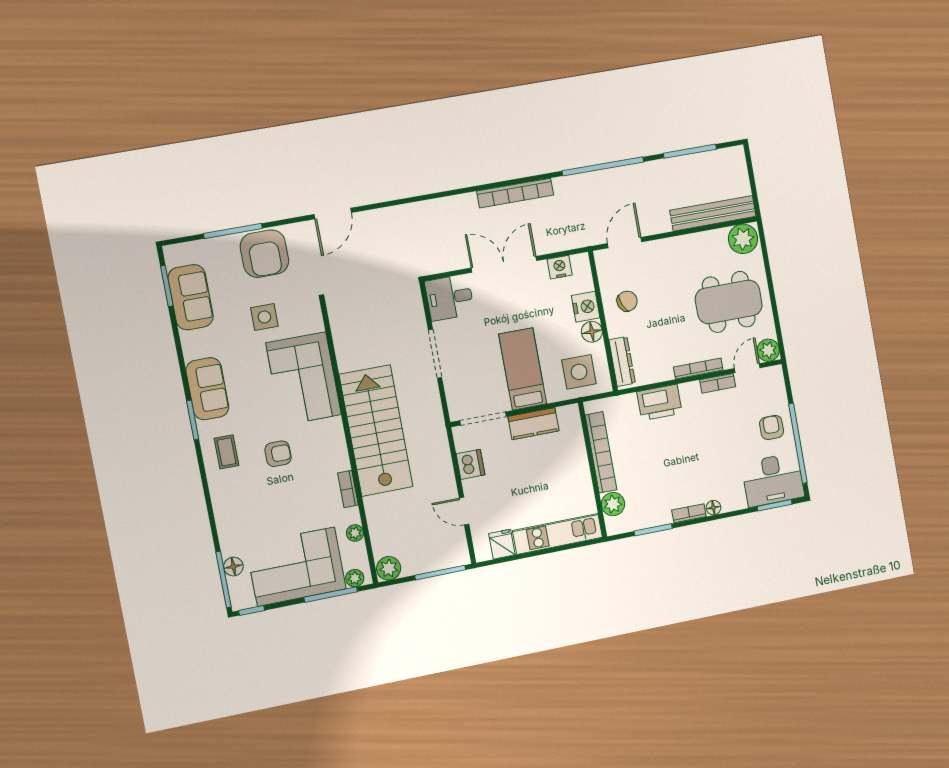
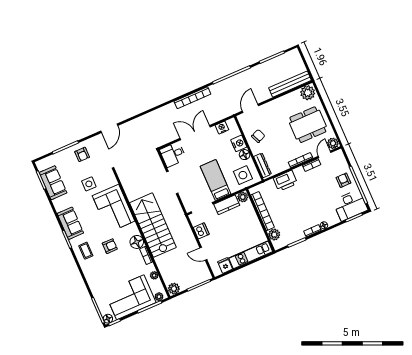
armchair: (264, 254) -> (82, 154), width x0.53, depth x0.53
plant: (569, 415) -> (243, 197), added
floor lamp: (335, 458) -> (137, 242), added
floor lamp: (233, 567) -> (108, 319), moved

